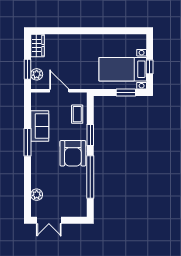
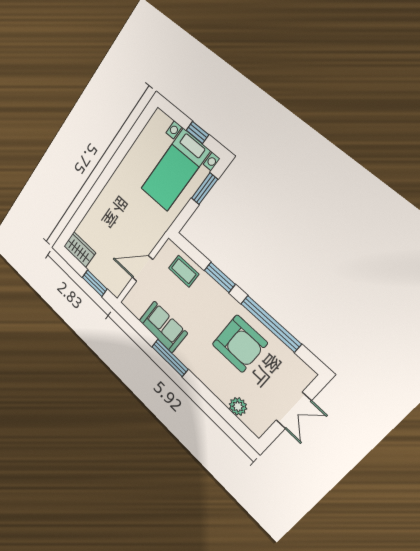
plant: (37, 74) -> (107, 278), removed
armchair: (73, 153) -> (240, 344), moved
double door: (49, 220) -> (294, 410), moved

